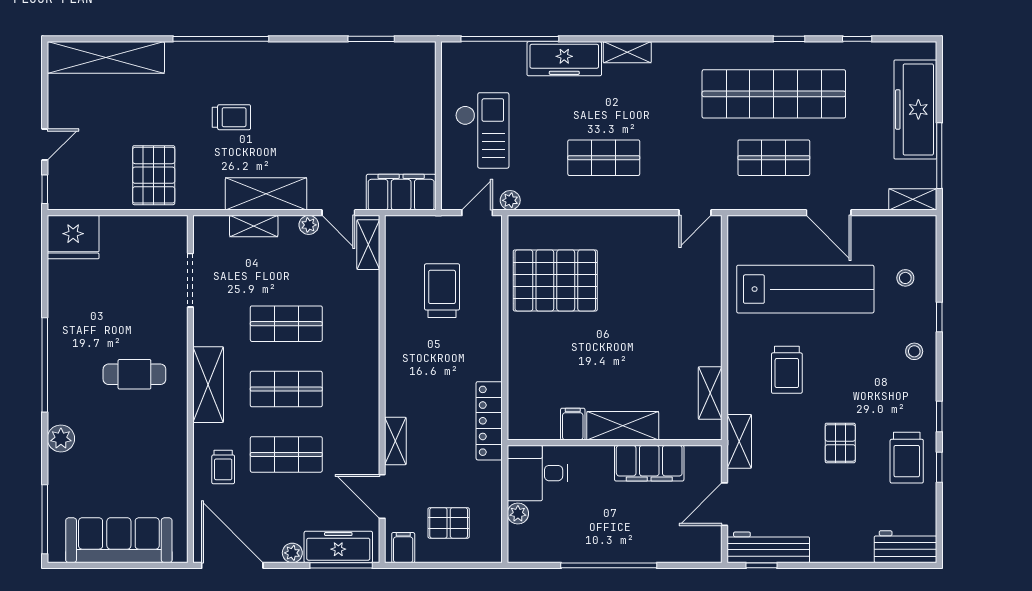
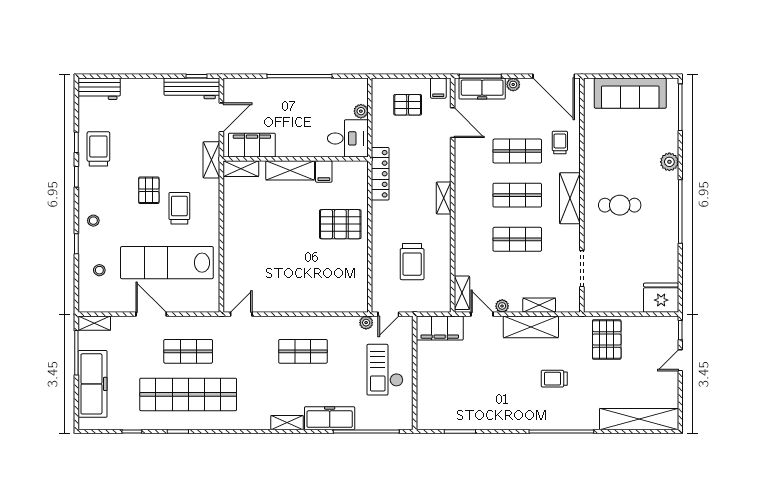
pallet: (555, 280) -> (340, 224), moved, width x0.73, depth x0.71
shelving: (710, 393) -> (241, 169), moved, turned 90
shelving: (395, 441) -> (444, 198), moved
pallet: (840, 443) -> (149, 190), moved
filing cabinet: (649, 463) -> (252, 145), moved

